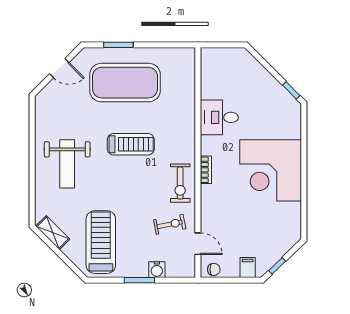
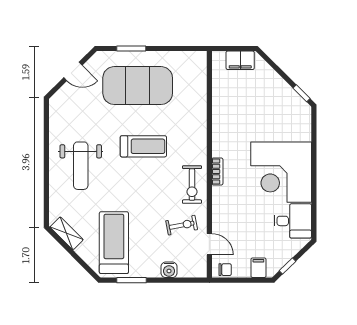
filing cabinet: (229, 57) -> (240, 60), added
desk: (219, 117) -> (293, 221), moved, turned 180
window: (139, 280) -> (131, 280), moved

